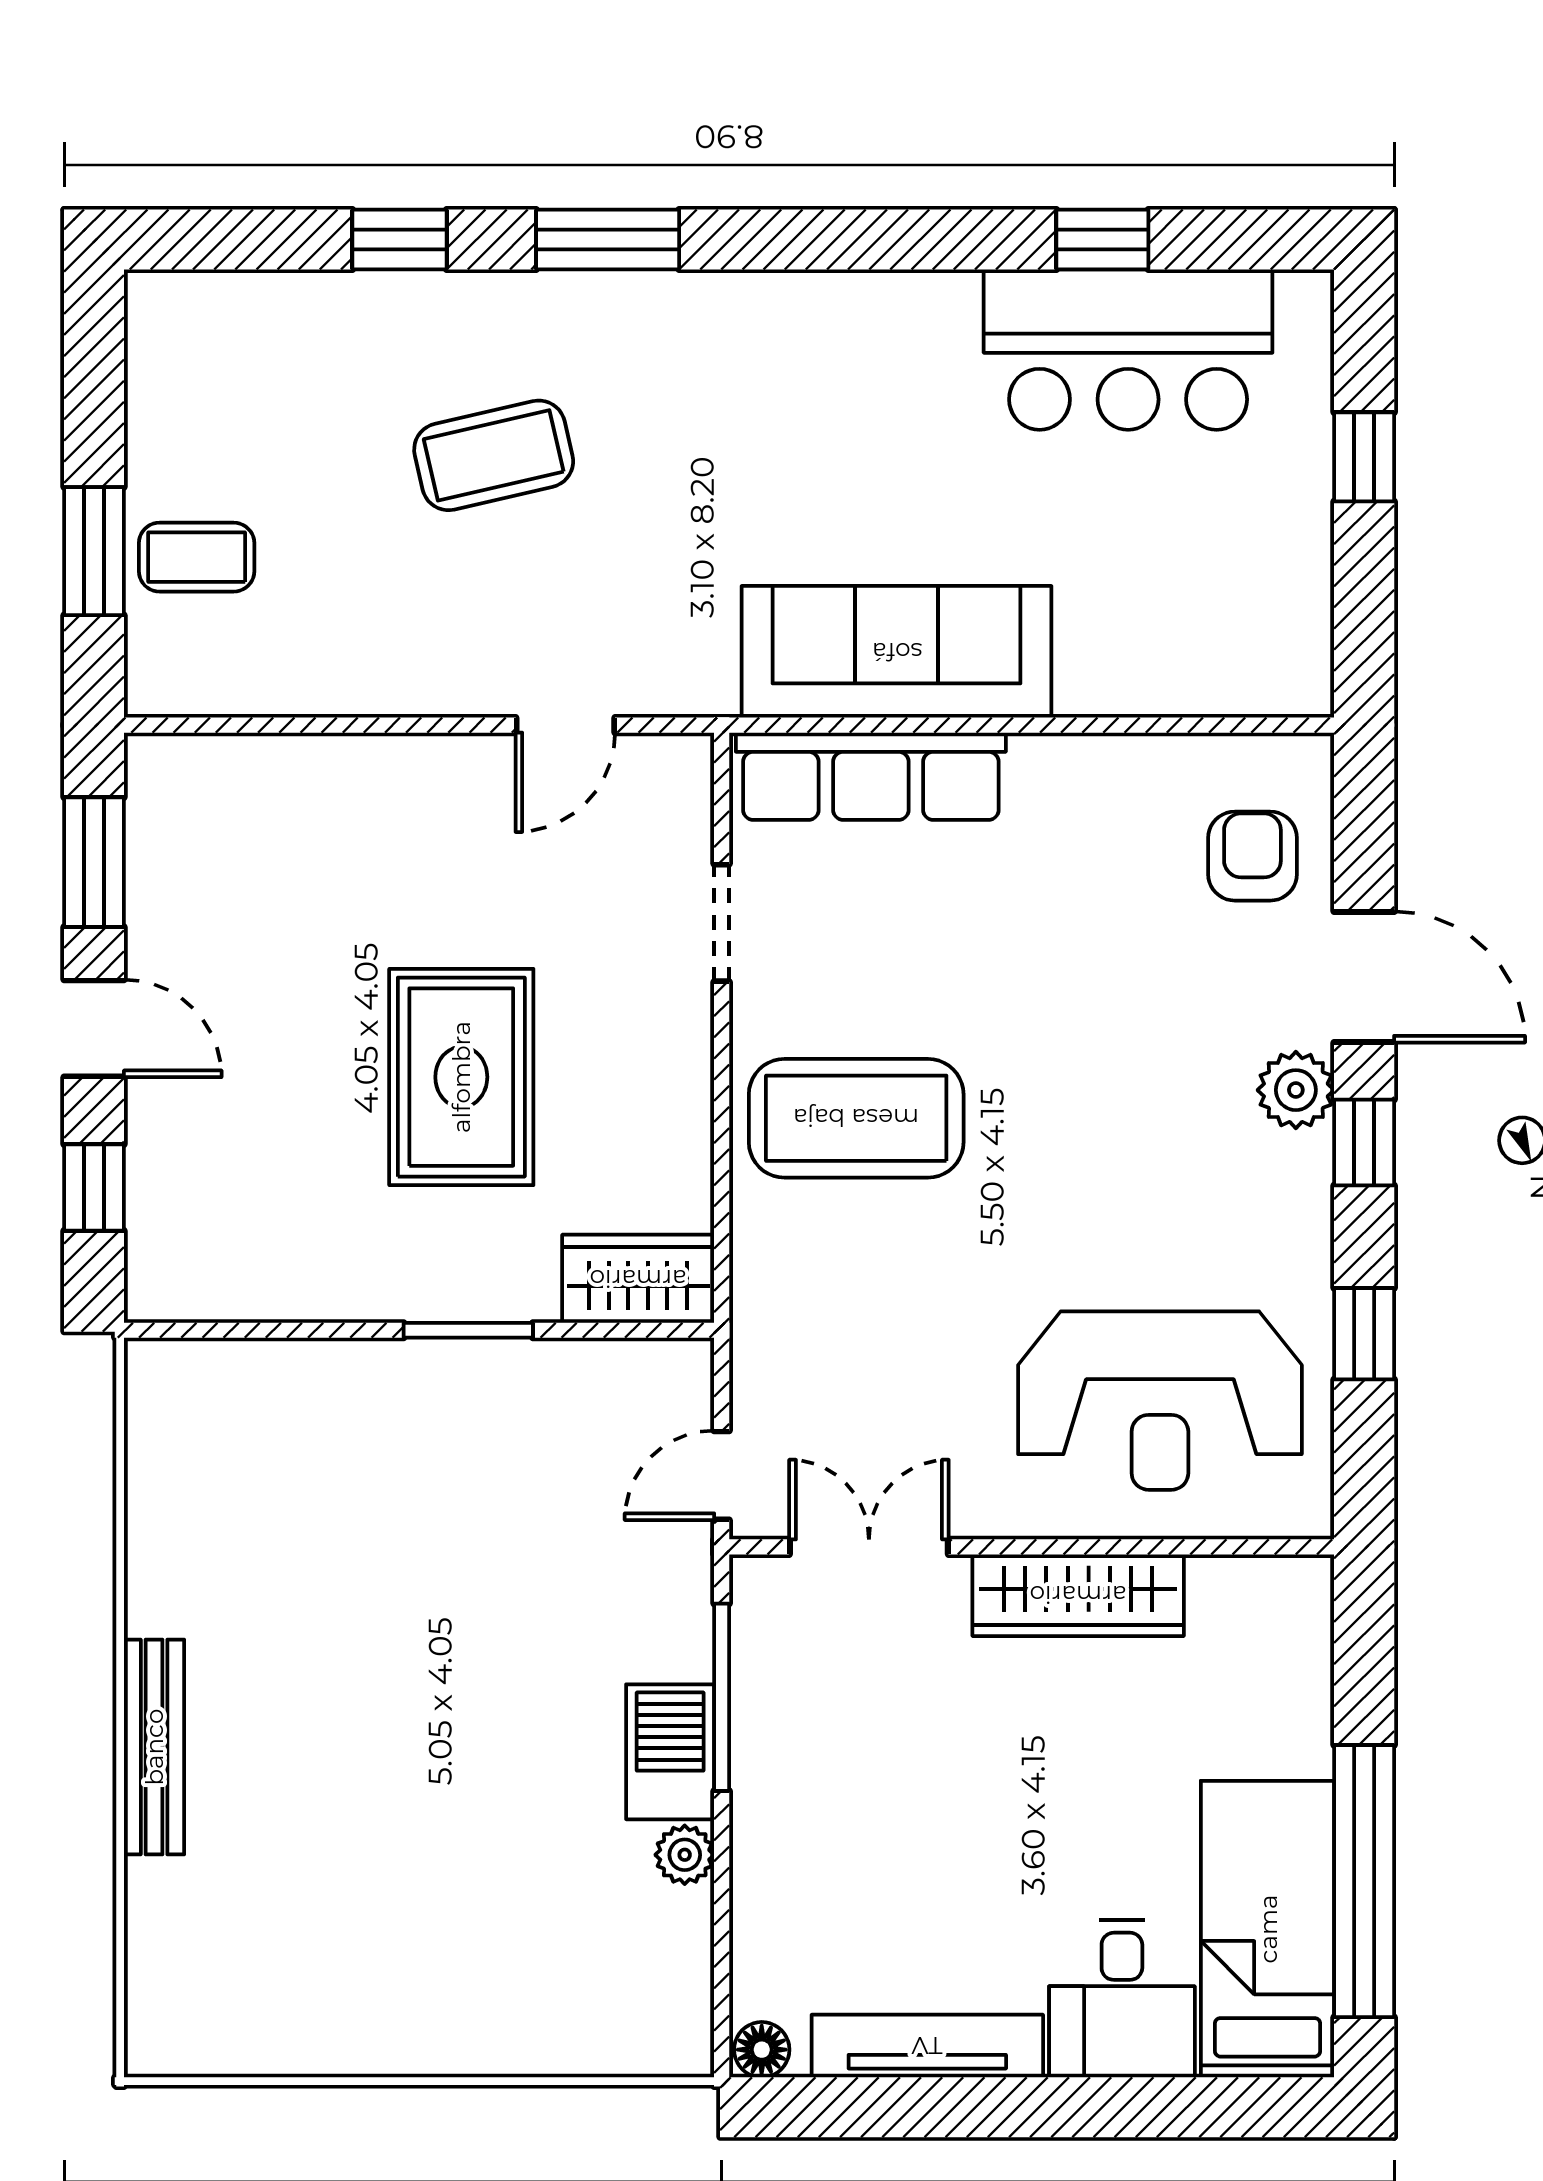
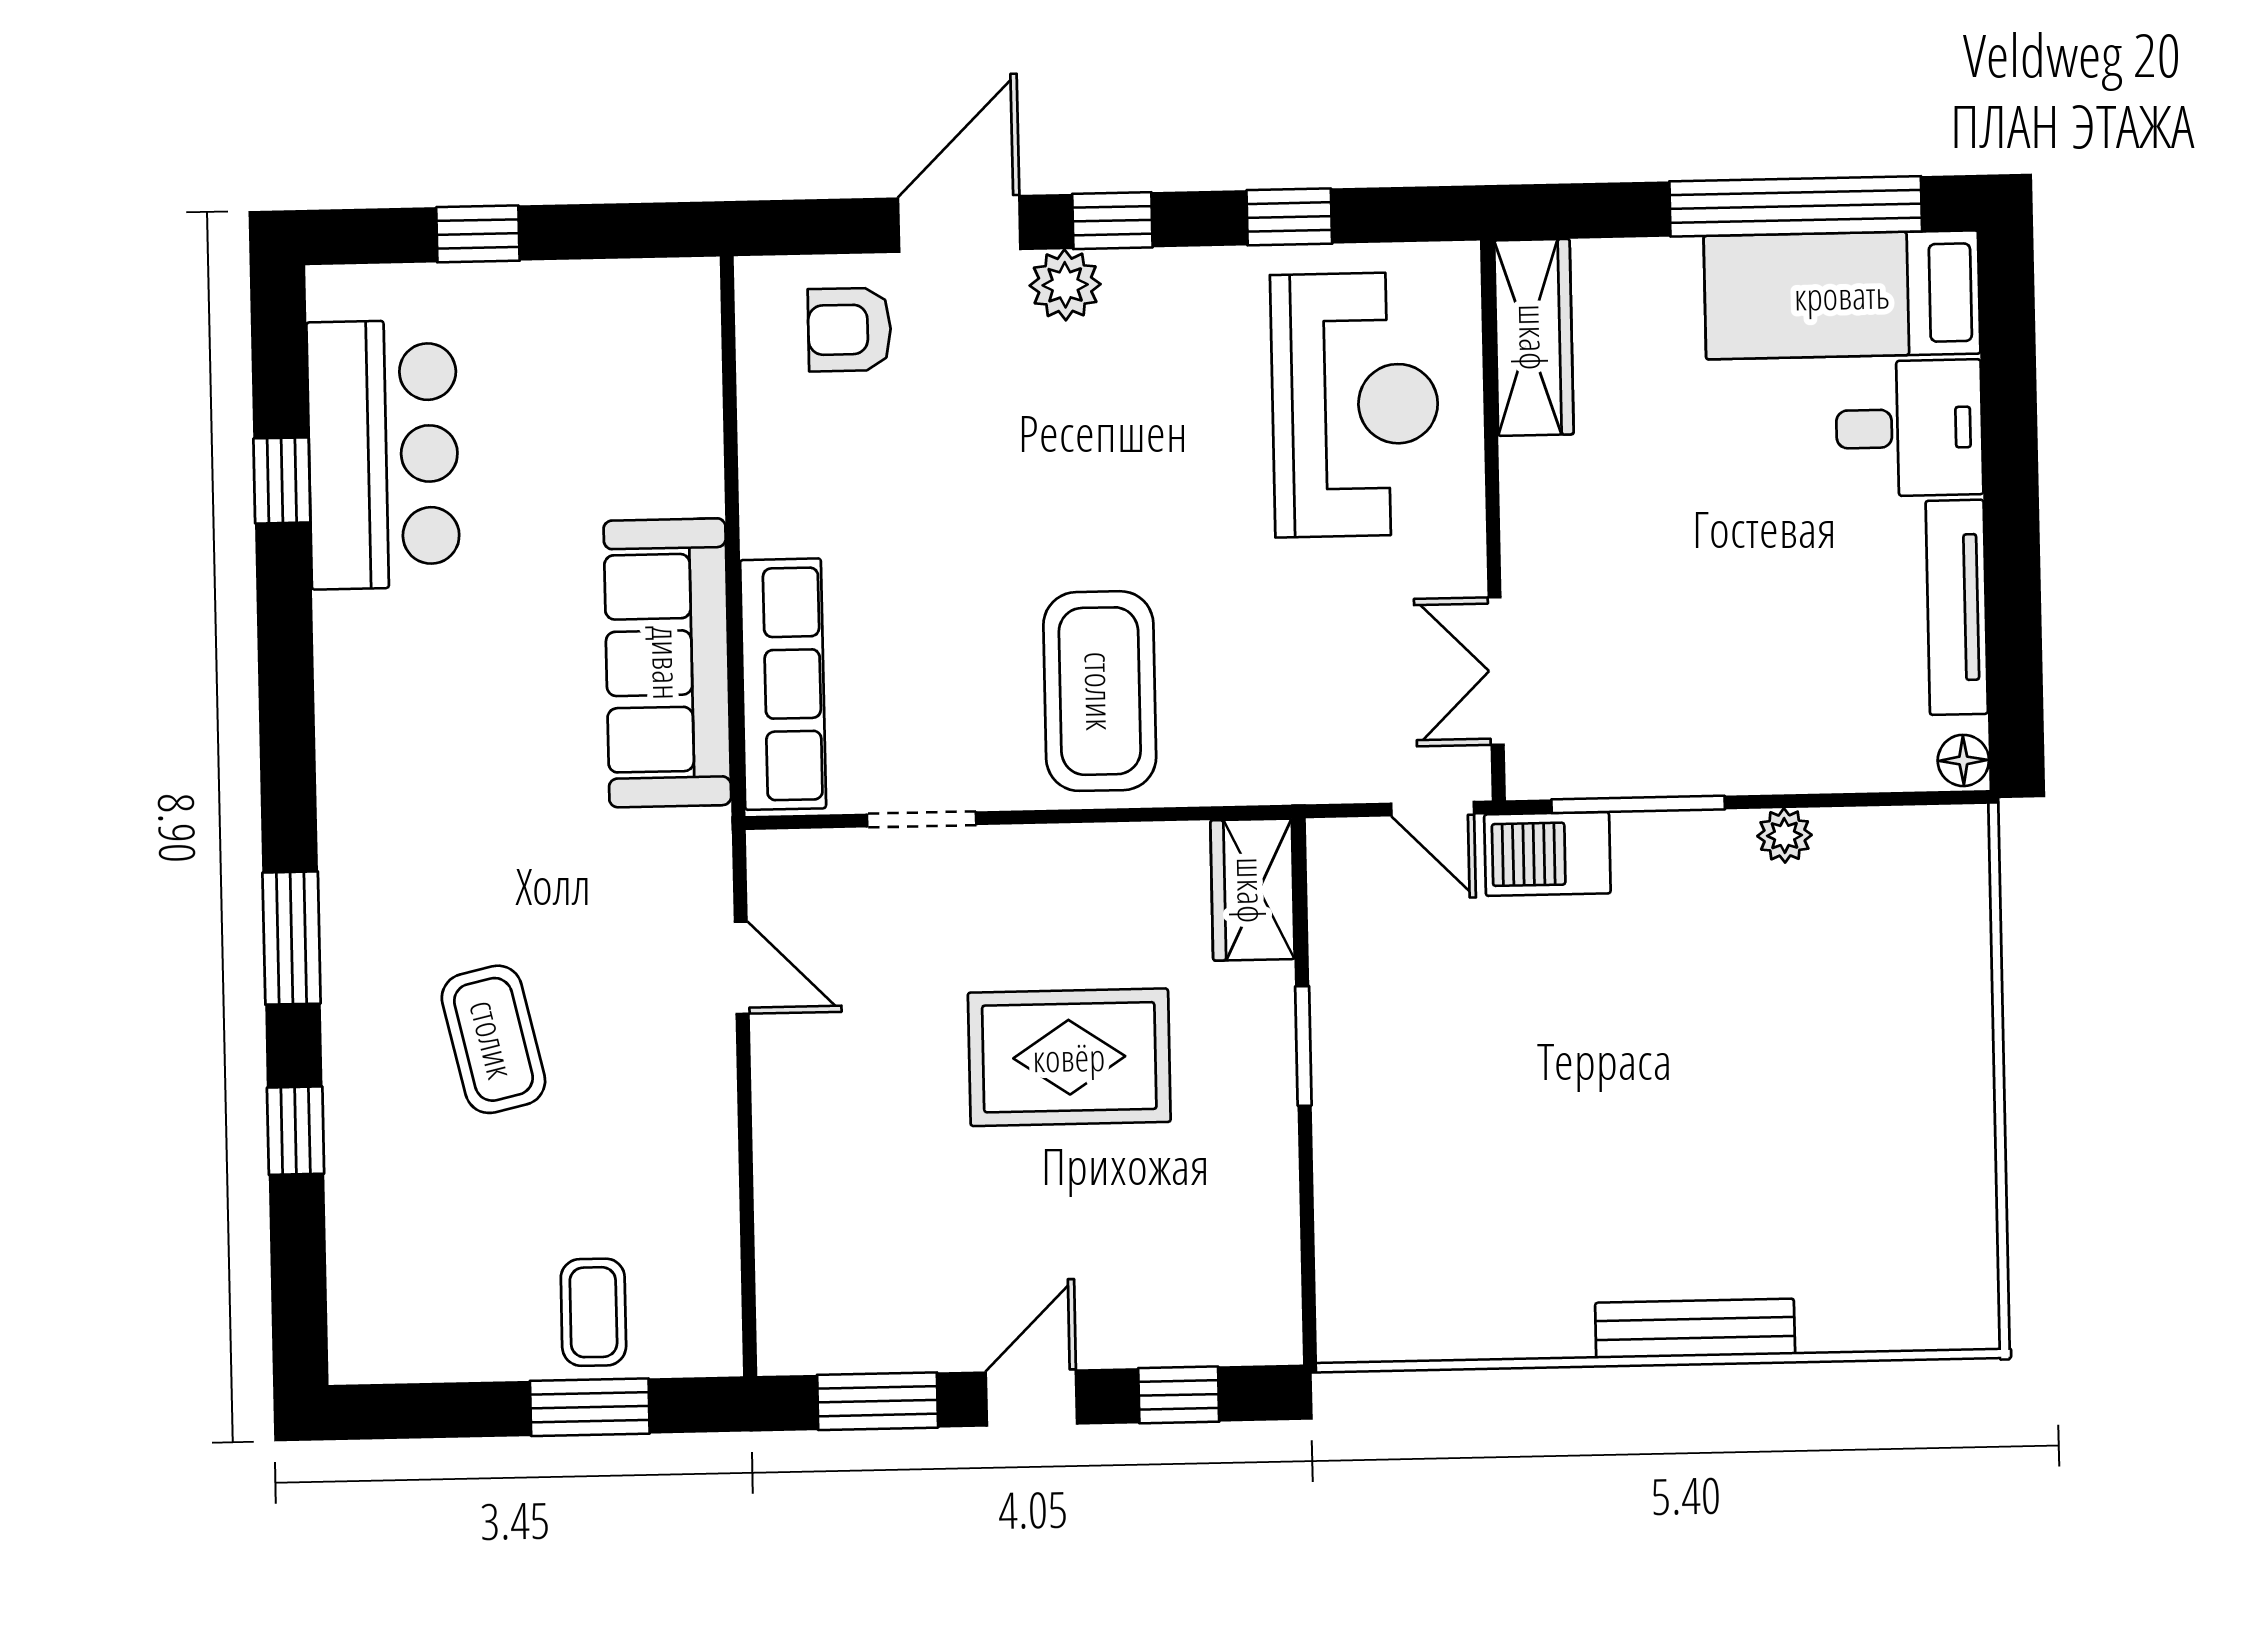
wardrobe: (1078, 1595) -> (1534, 337), moved
barbecue: (670, 1752) -> (1547, 854), moved

